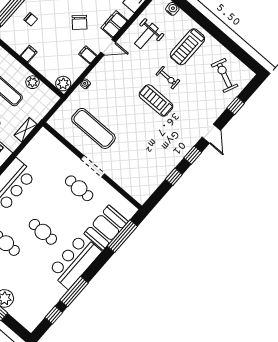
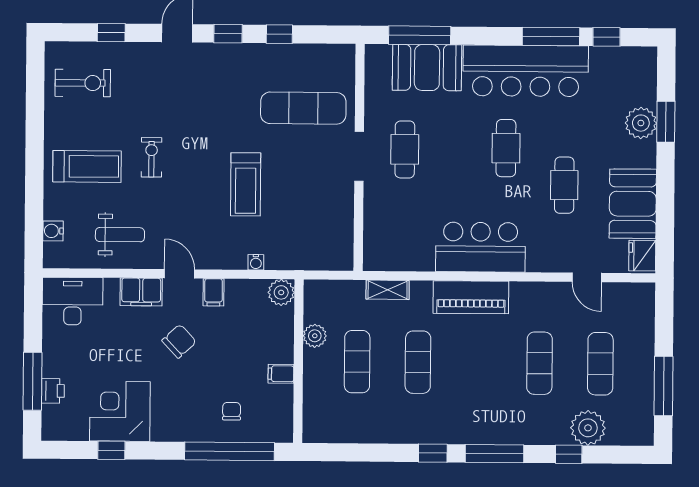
exercise bike: (225, 75) -> (83, 83), turned -114
treadmill: (156, 100) -> (246, 184), moved
exercise mat: (93, 128) -> (303, 108), moved, turned 90
bar counter: (75, 261) -> (526, 71), width x1.36

